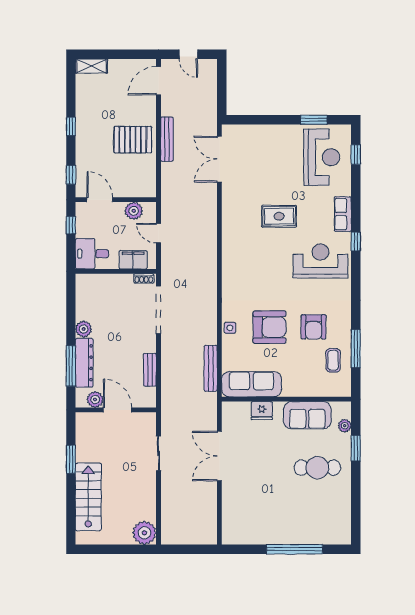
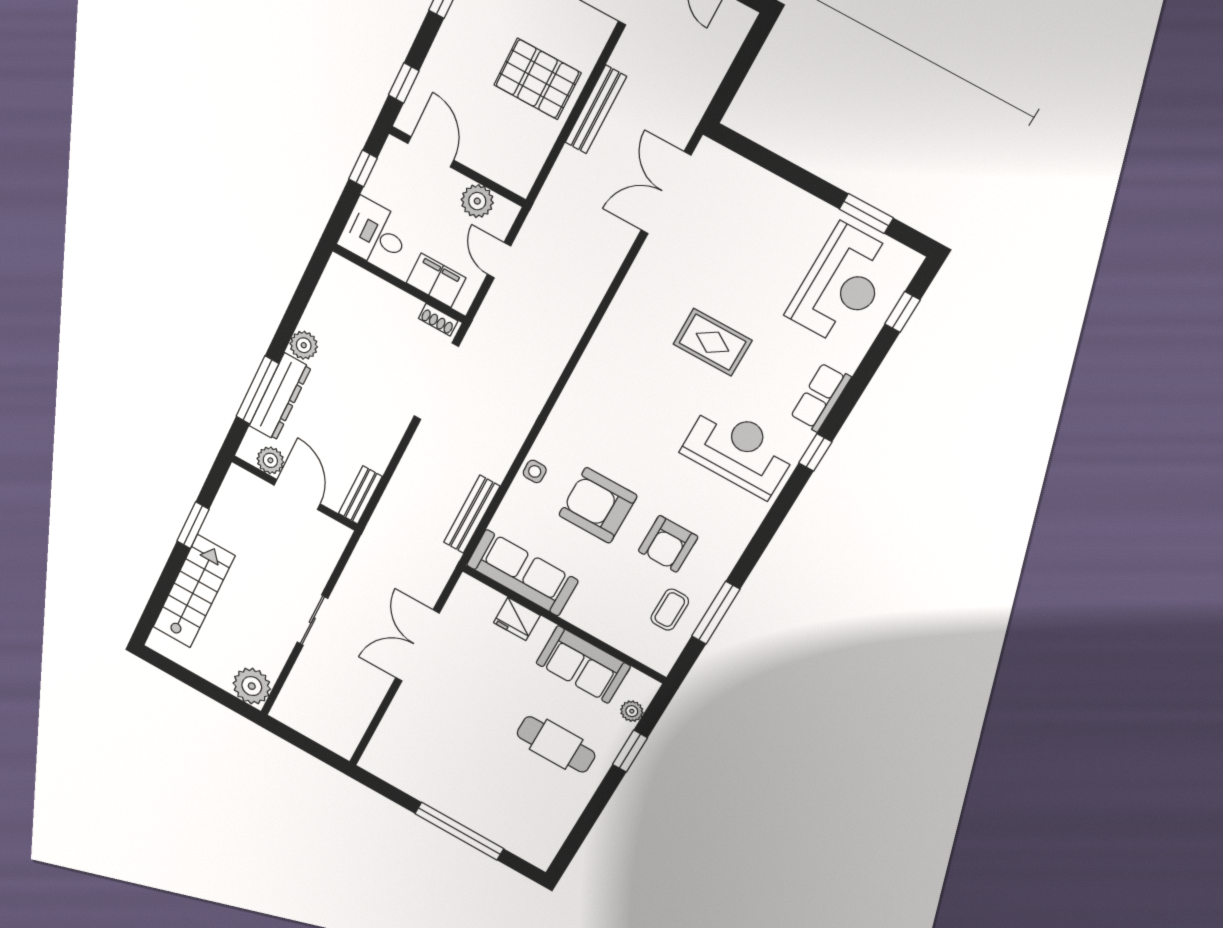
armchair: (270, 327) -> (598, 505), turned 180
bench: (150, 370) -> (360, 495), moved
sliding door: (158, 453) -> (312, 620), moved

